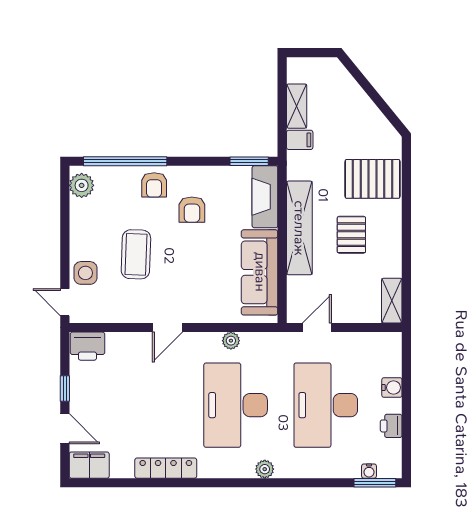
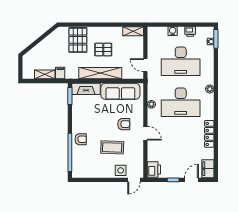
plant: (82, 185) -> (81, 172), removed
armchair: (192, 210) -> (124, 124), moved

